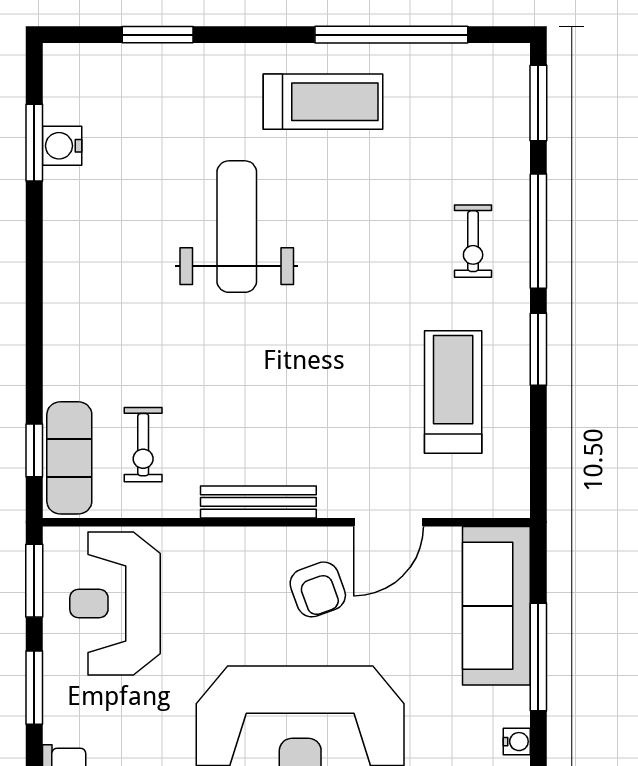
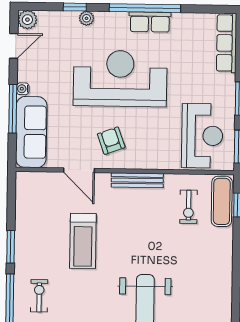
treadmill: (453, 392) -> (83, 241), moved
exercise bike: (143, 445) -> (189, 207), turned 180
door: (388, 522) -> (79, 170), swing flipped
water cooler: (517, 742) -> (23, 89), moved

